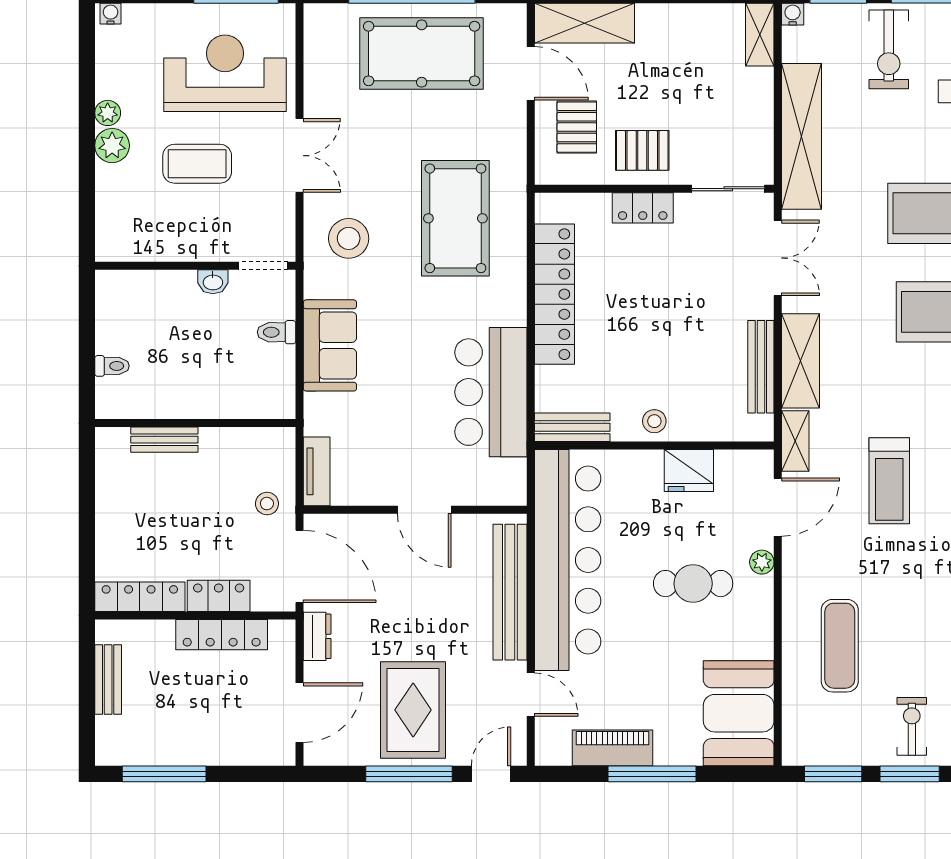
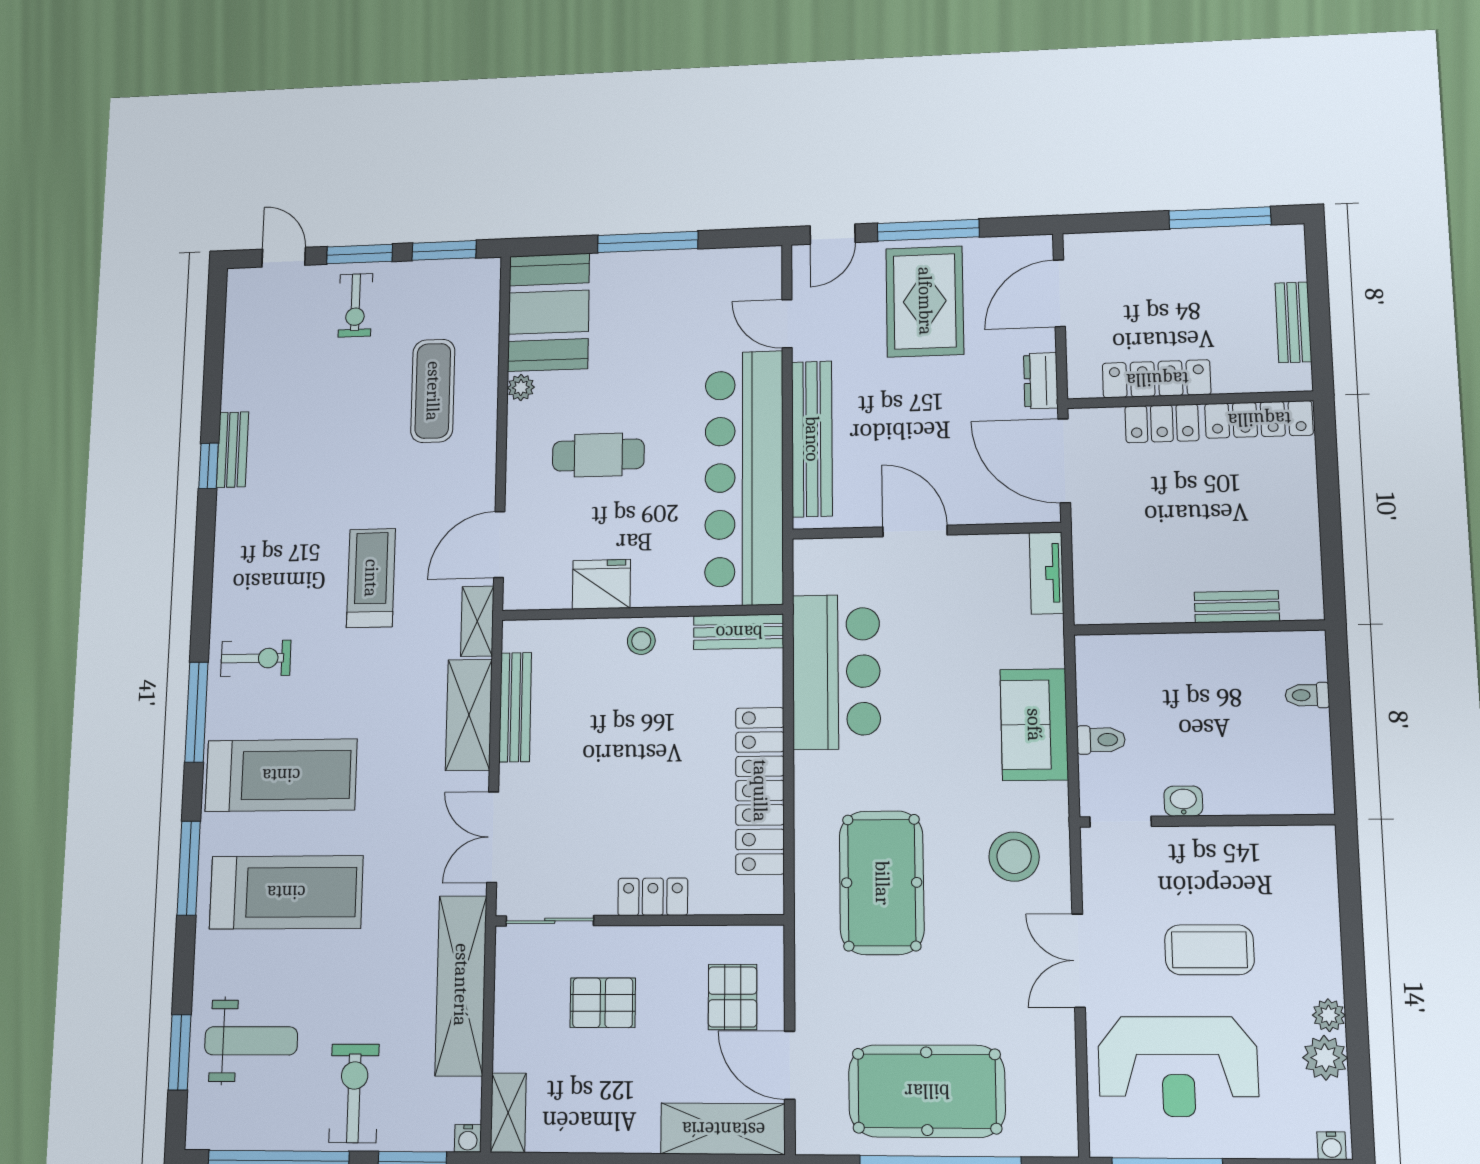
plant: (112, 146) -> (1325, 1058), moved
pallet: (642, 150) -> (603, 1003), moved
stool: (267, 504) -> (1106, 533), removed
plant: (762, 562) -> (521, 387), moved
piano: (612, 748) -> (693, 268), removed

